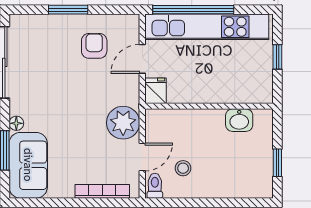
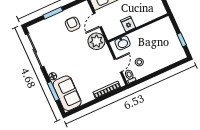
fridge: (156, 91) -> (128, 24), moved
washbasin: (239, 120) -> (123, 43), moved
plant: (123, 123) -> (96, 41), moved

